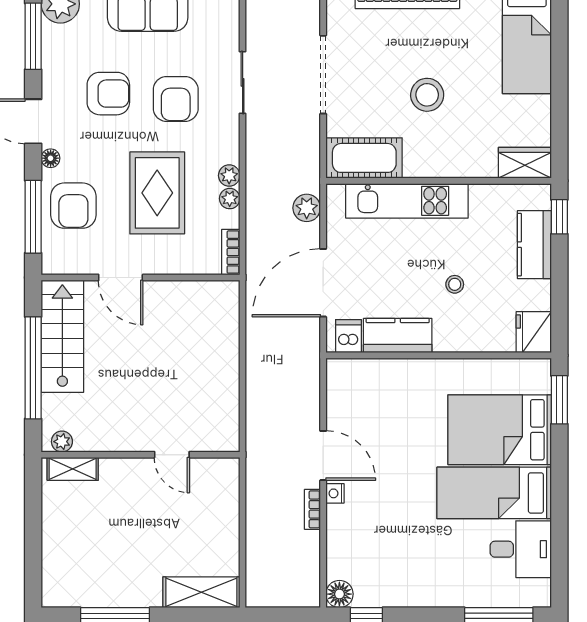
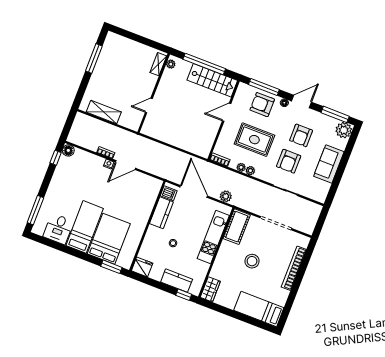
armchair: (176, 99) -> (289, 161), turned -90
shelving: (201, 592) -> (104, 112), moved, turned 90

